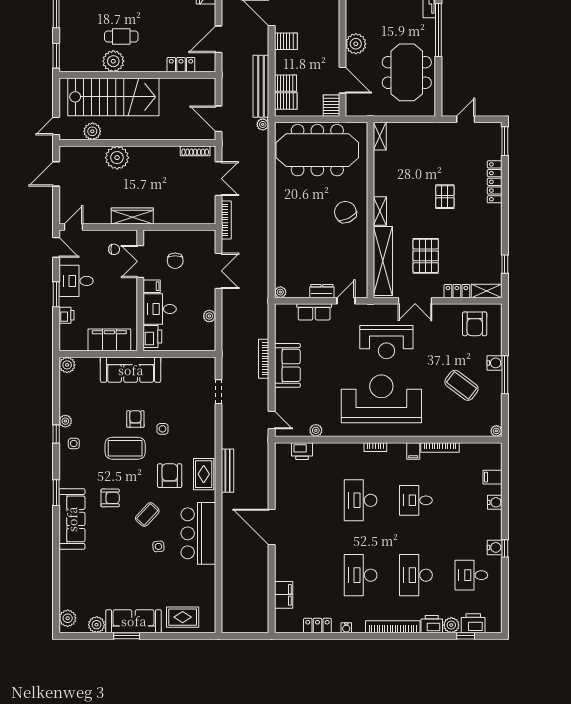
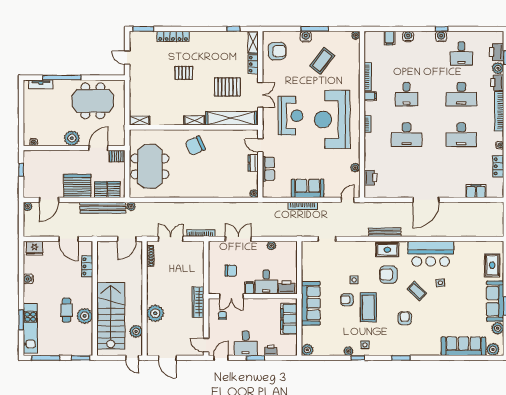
server rack: (286, 41) -> (77, 186), width x2.18, depth x1.44
meeting table: (317, 150) -> (150, 166), width x0.73
sofa: (72, 519) -> (464, 346), moved

